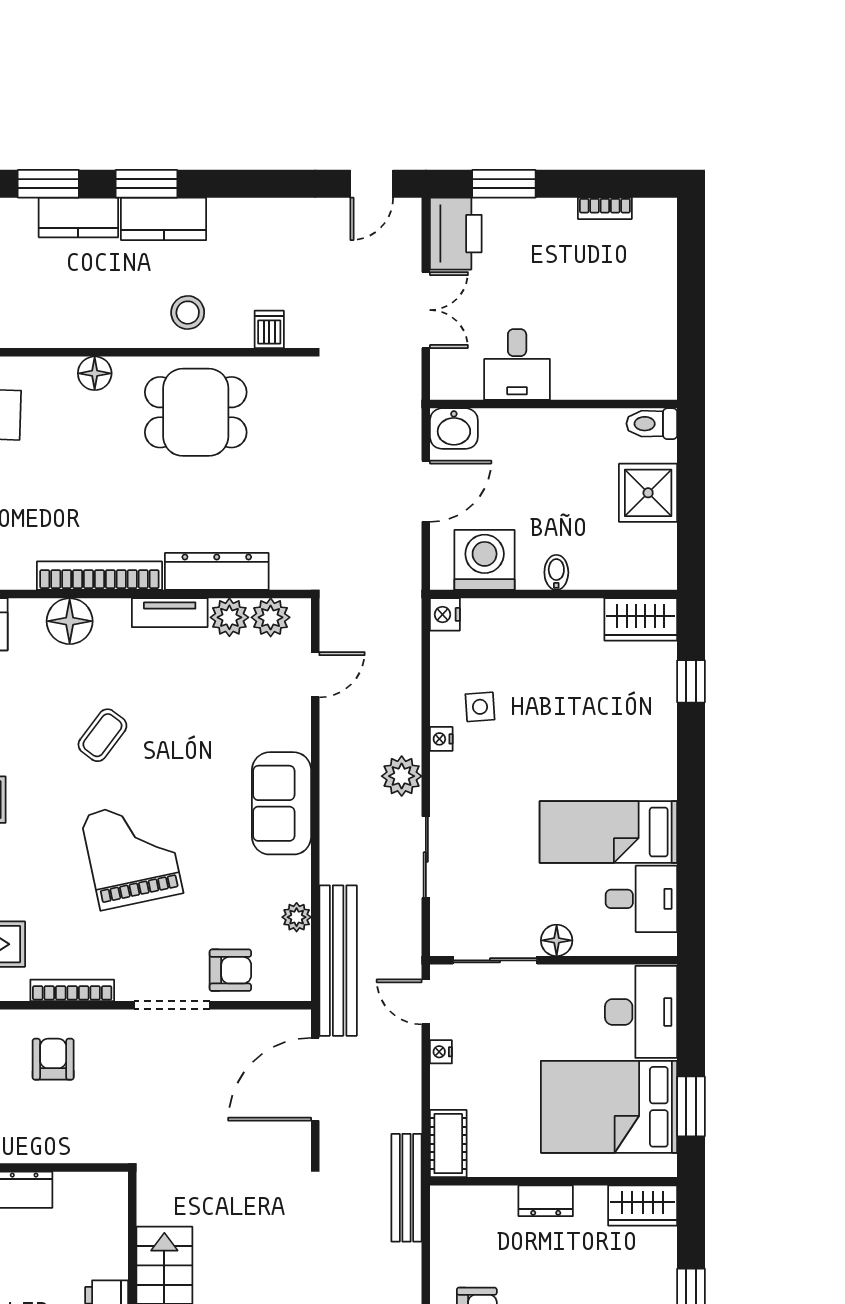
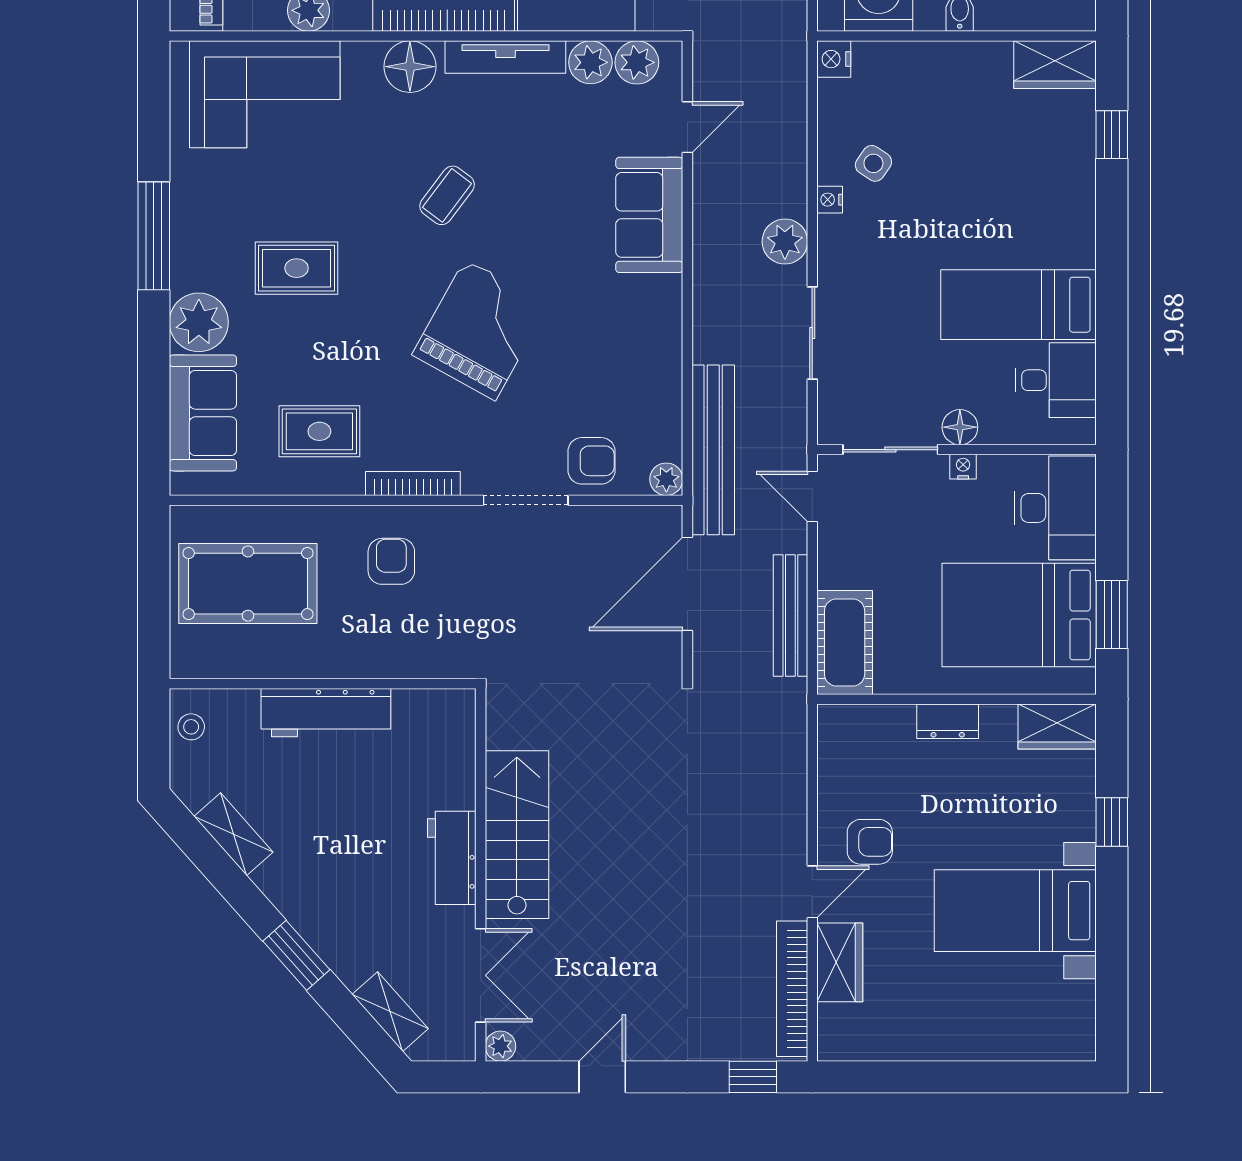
tv unit: (170, 613) -> (505, 57), width x1.41
side table: (480, 707) -> (873, 163), turned 38
sofa: (282, 803) -> (649, 215), moved
grand piano: (132, 854) -> (480, 330), turned 41
plant: (297, 917) -> (666, 479), moved
nightstand: (441, 1052) -> (963, 467), moved, turned 90
cot: (448, 1144) -> (845, 642), width x1.37, depth x1.34
bench: (407, 1188) -> (790, 615), moved

